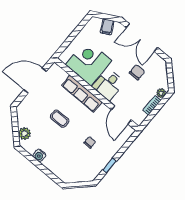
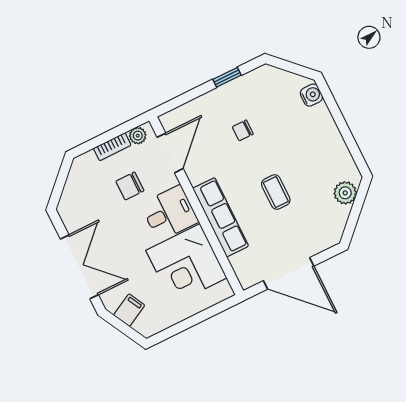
chair: (137, 72) -> (130, 186), moved
plant: (161, 93) -> (138, 136), moved
water cooler: (39, 155) -> (311, 95), moved

